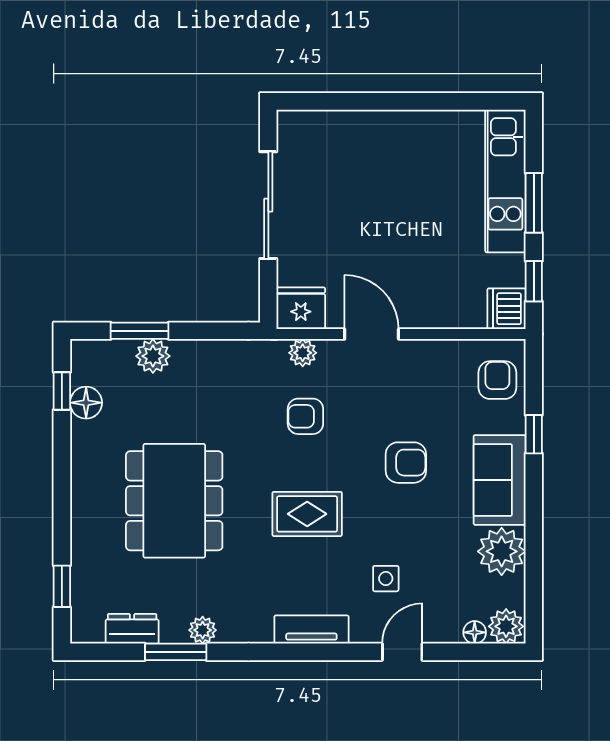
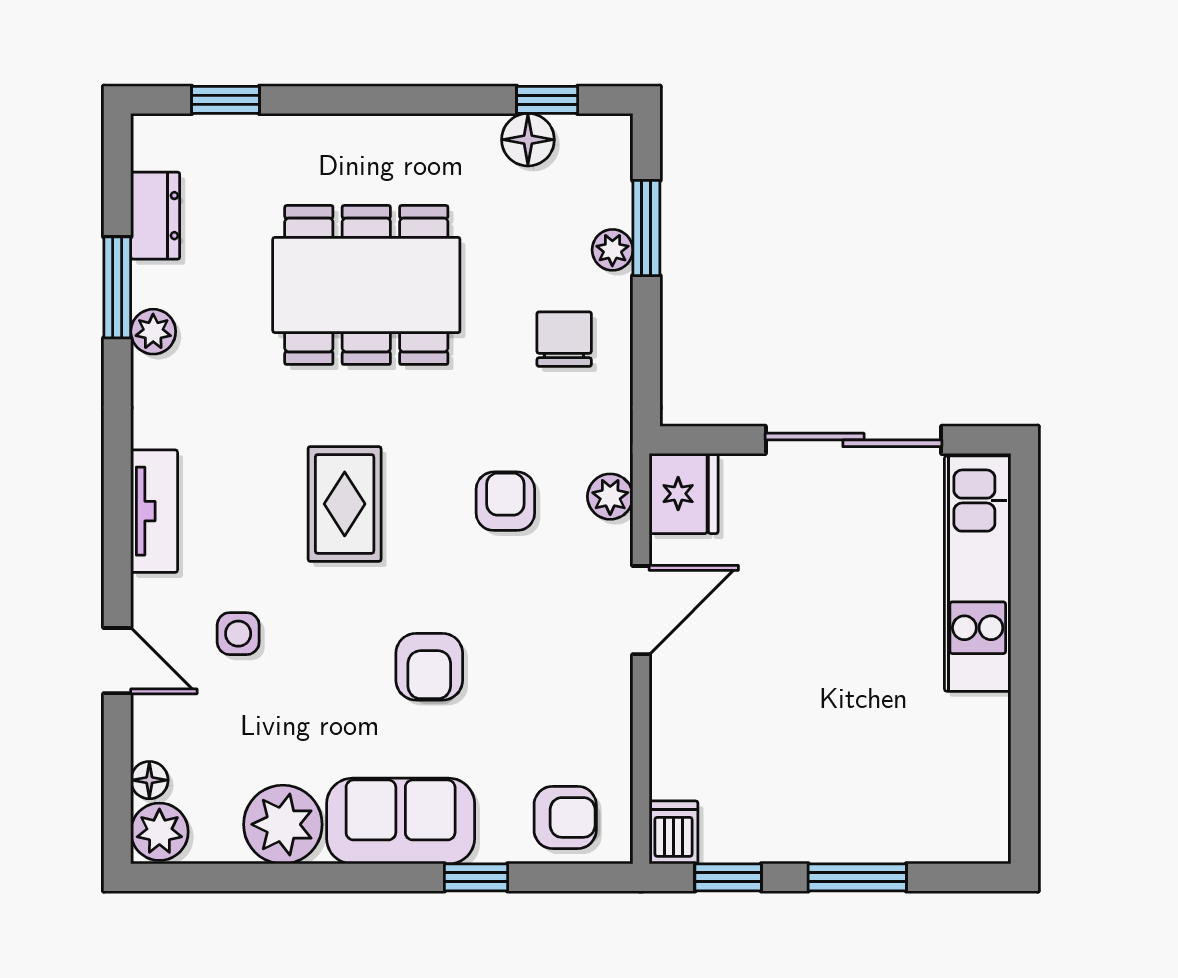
kitchen unit: (505, 181) -> (978, 574), moved, turned -90
dishwasher: (506, 309) -> (674, 832), width x0.73
plant: (153, 356) -> (612, 250), width x0.73, depth x0.73
chair: (207, 381) -> (564, 339), added

